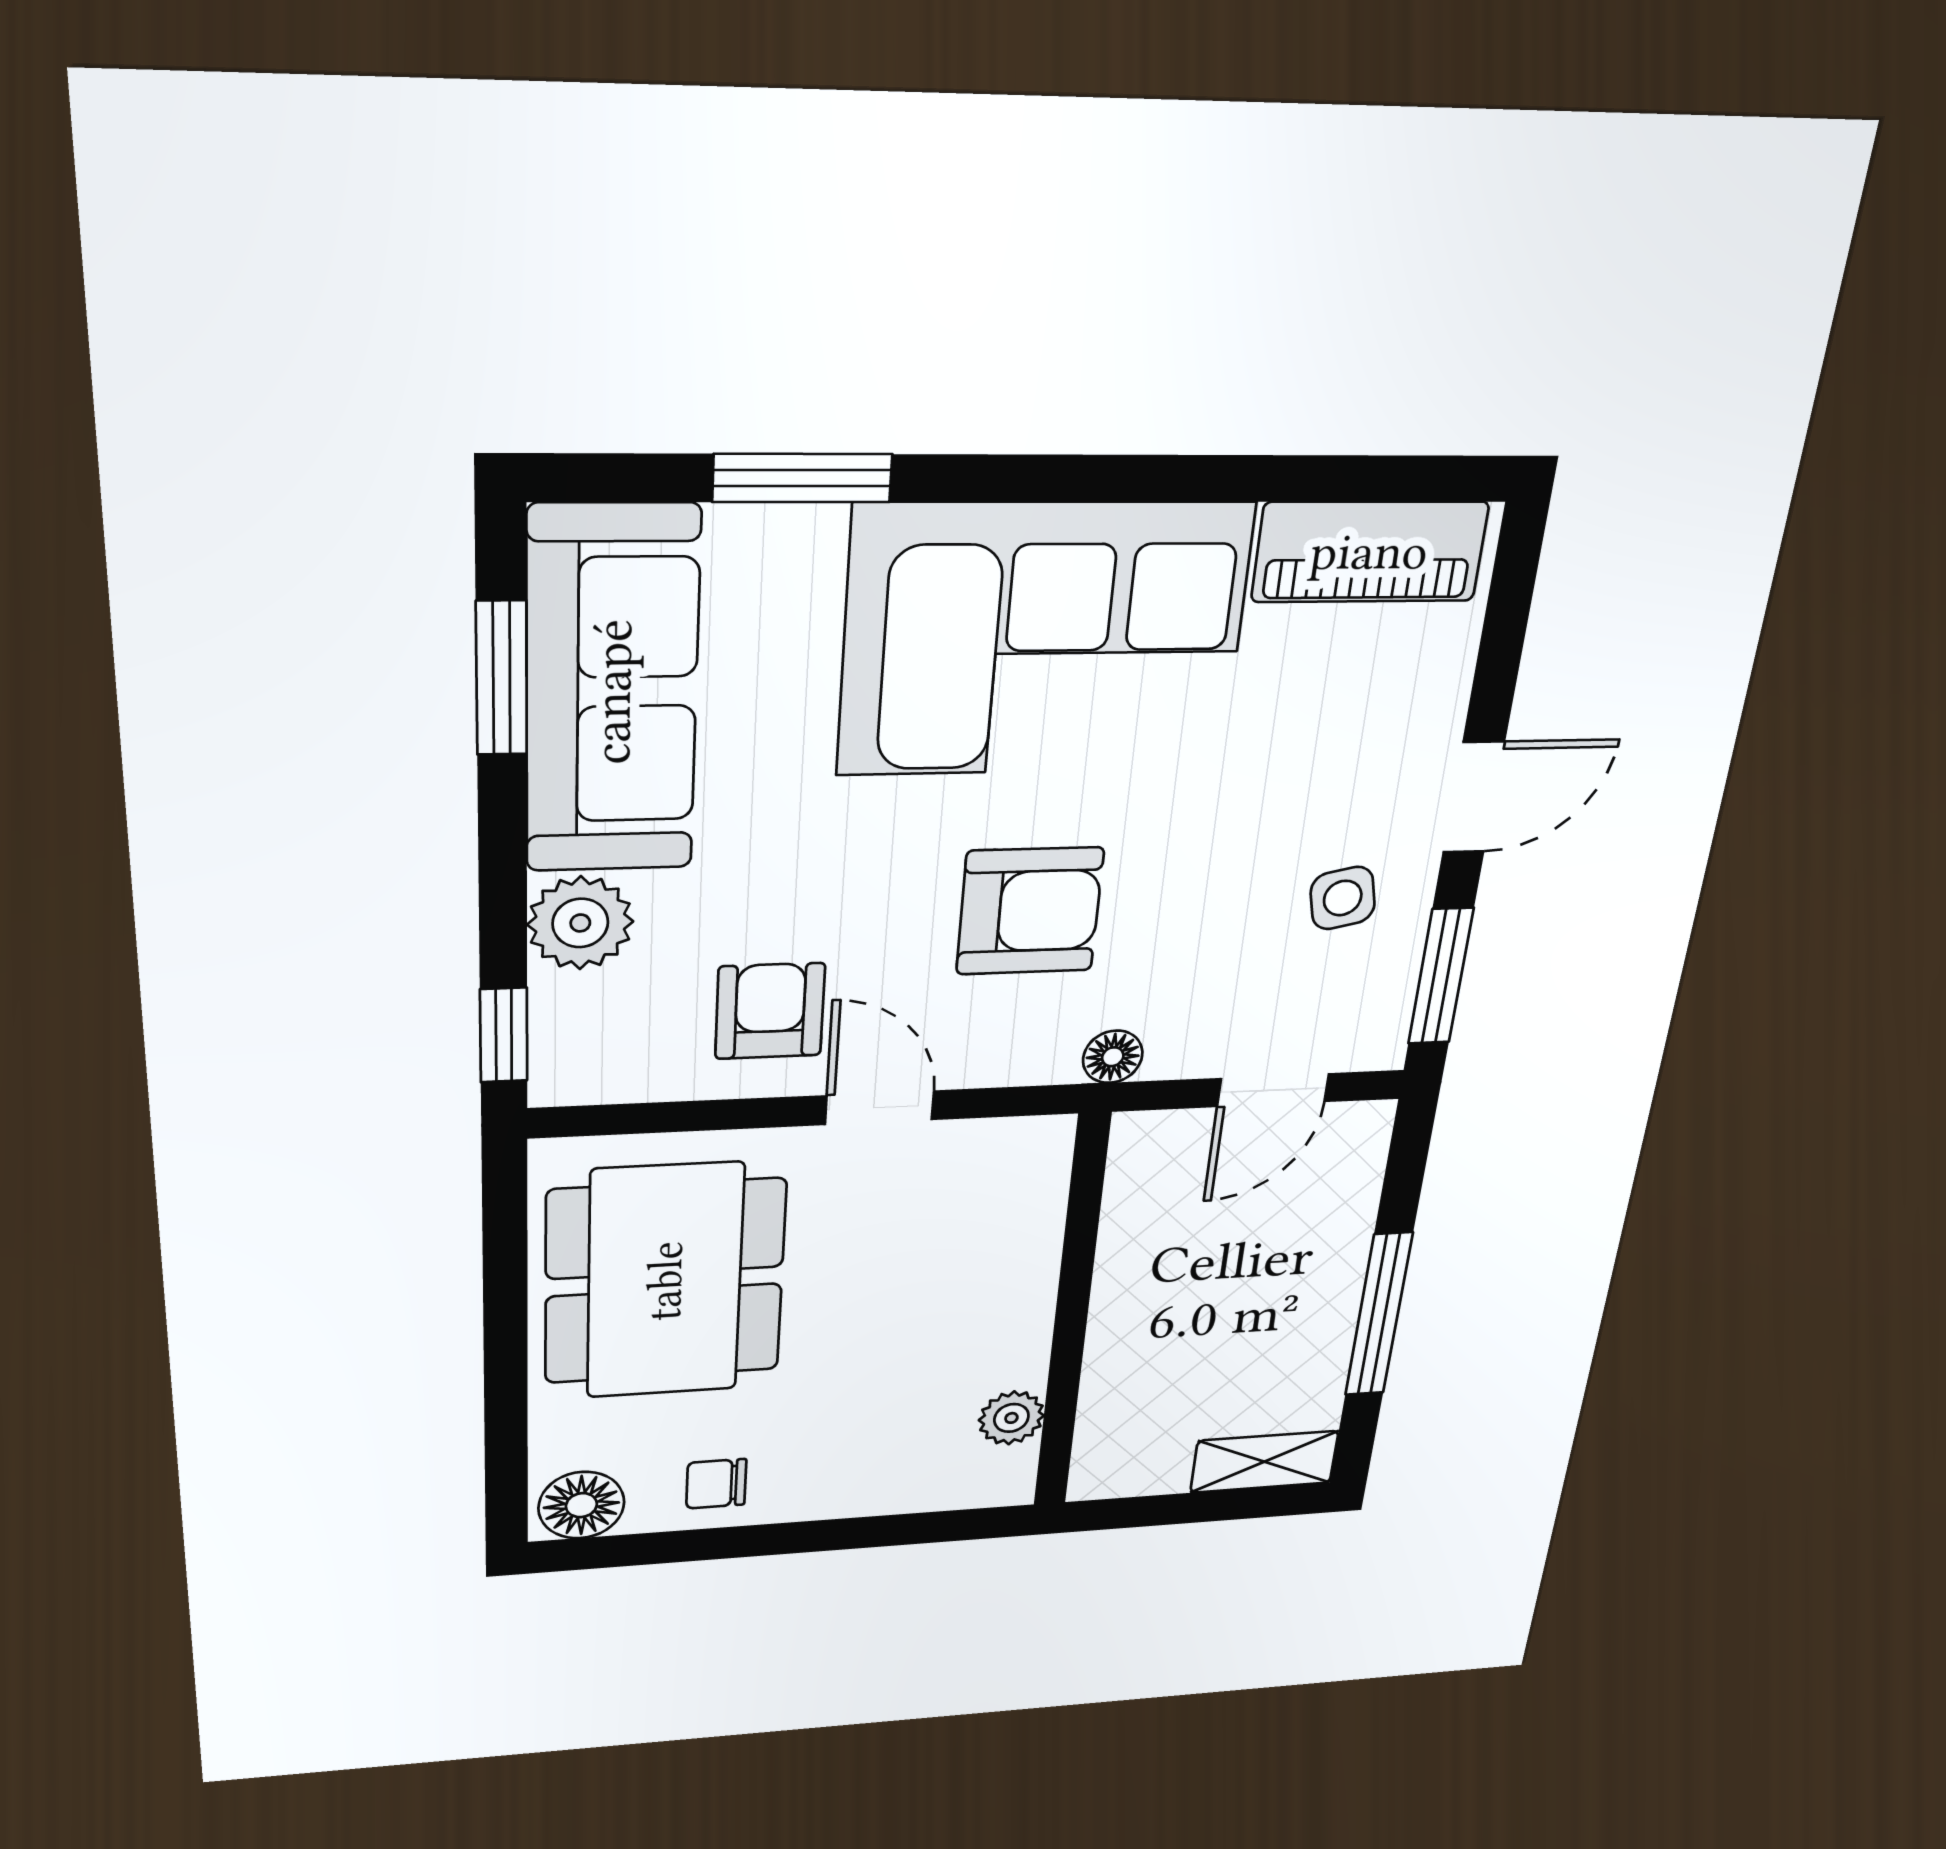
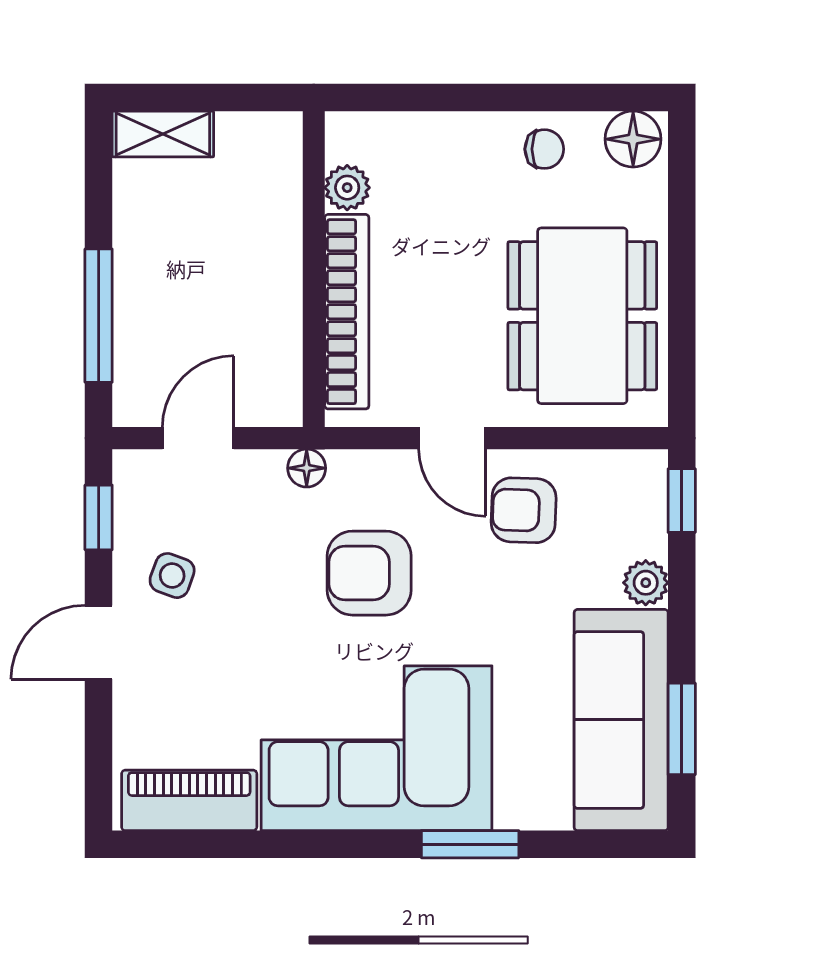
window: (802, 478) -> (470, 844), moved
side table: (1343, 898) -> (172, 576), turned 32
plant: (580, 923) -> (646, 583), width x0.73, depth x0.73
window: (1441, 976) -> (99, 517), width x0.67
armchair: (770, 1011) -> (524, 510), turned 92
bookcase: (1028, 1266) -> (347, 312), added
window: (1379, 1315) -> (99, 316), moved

